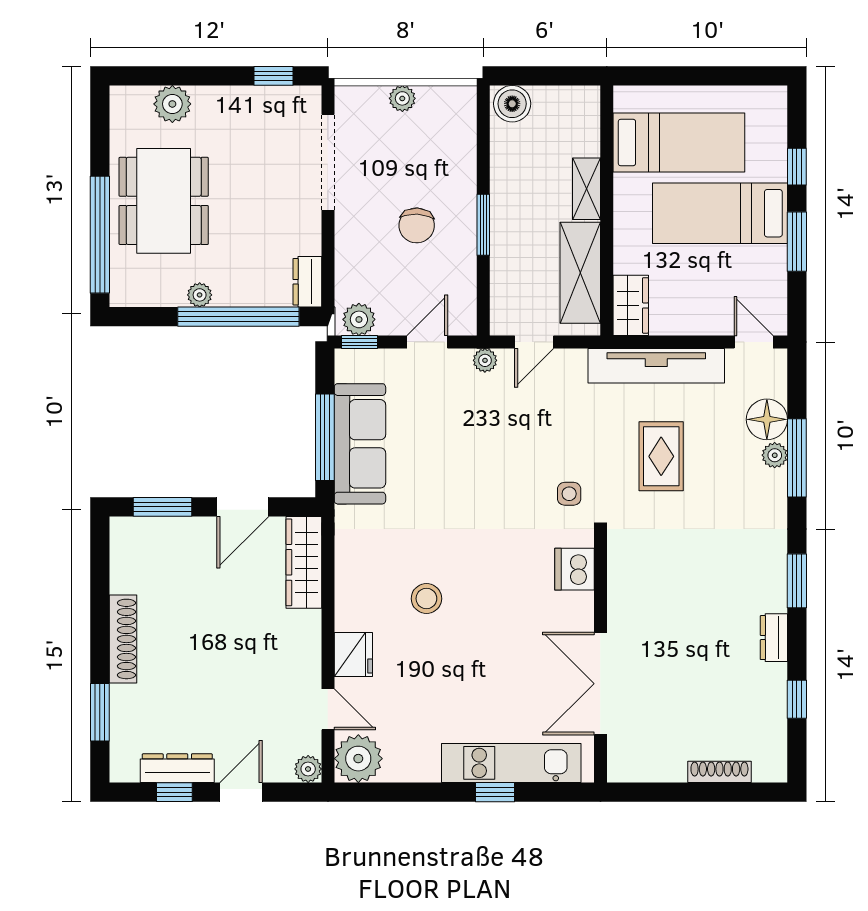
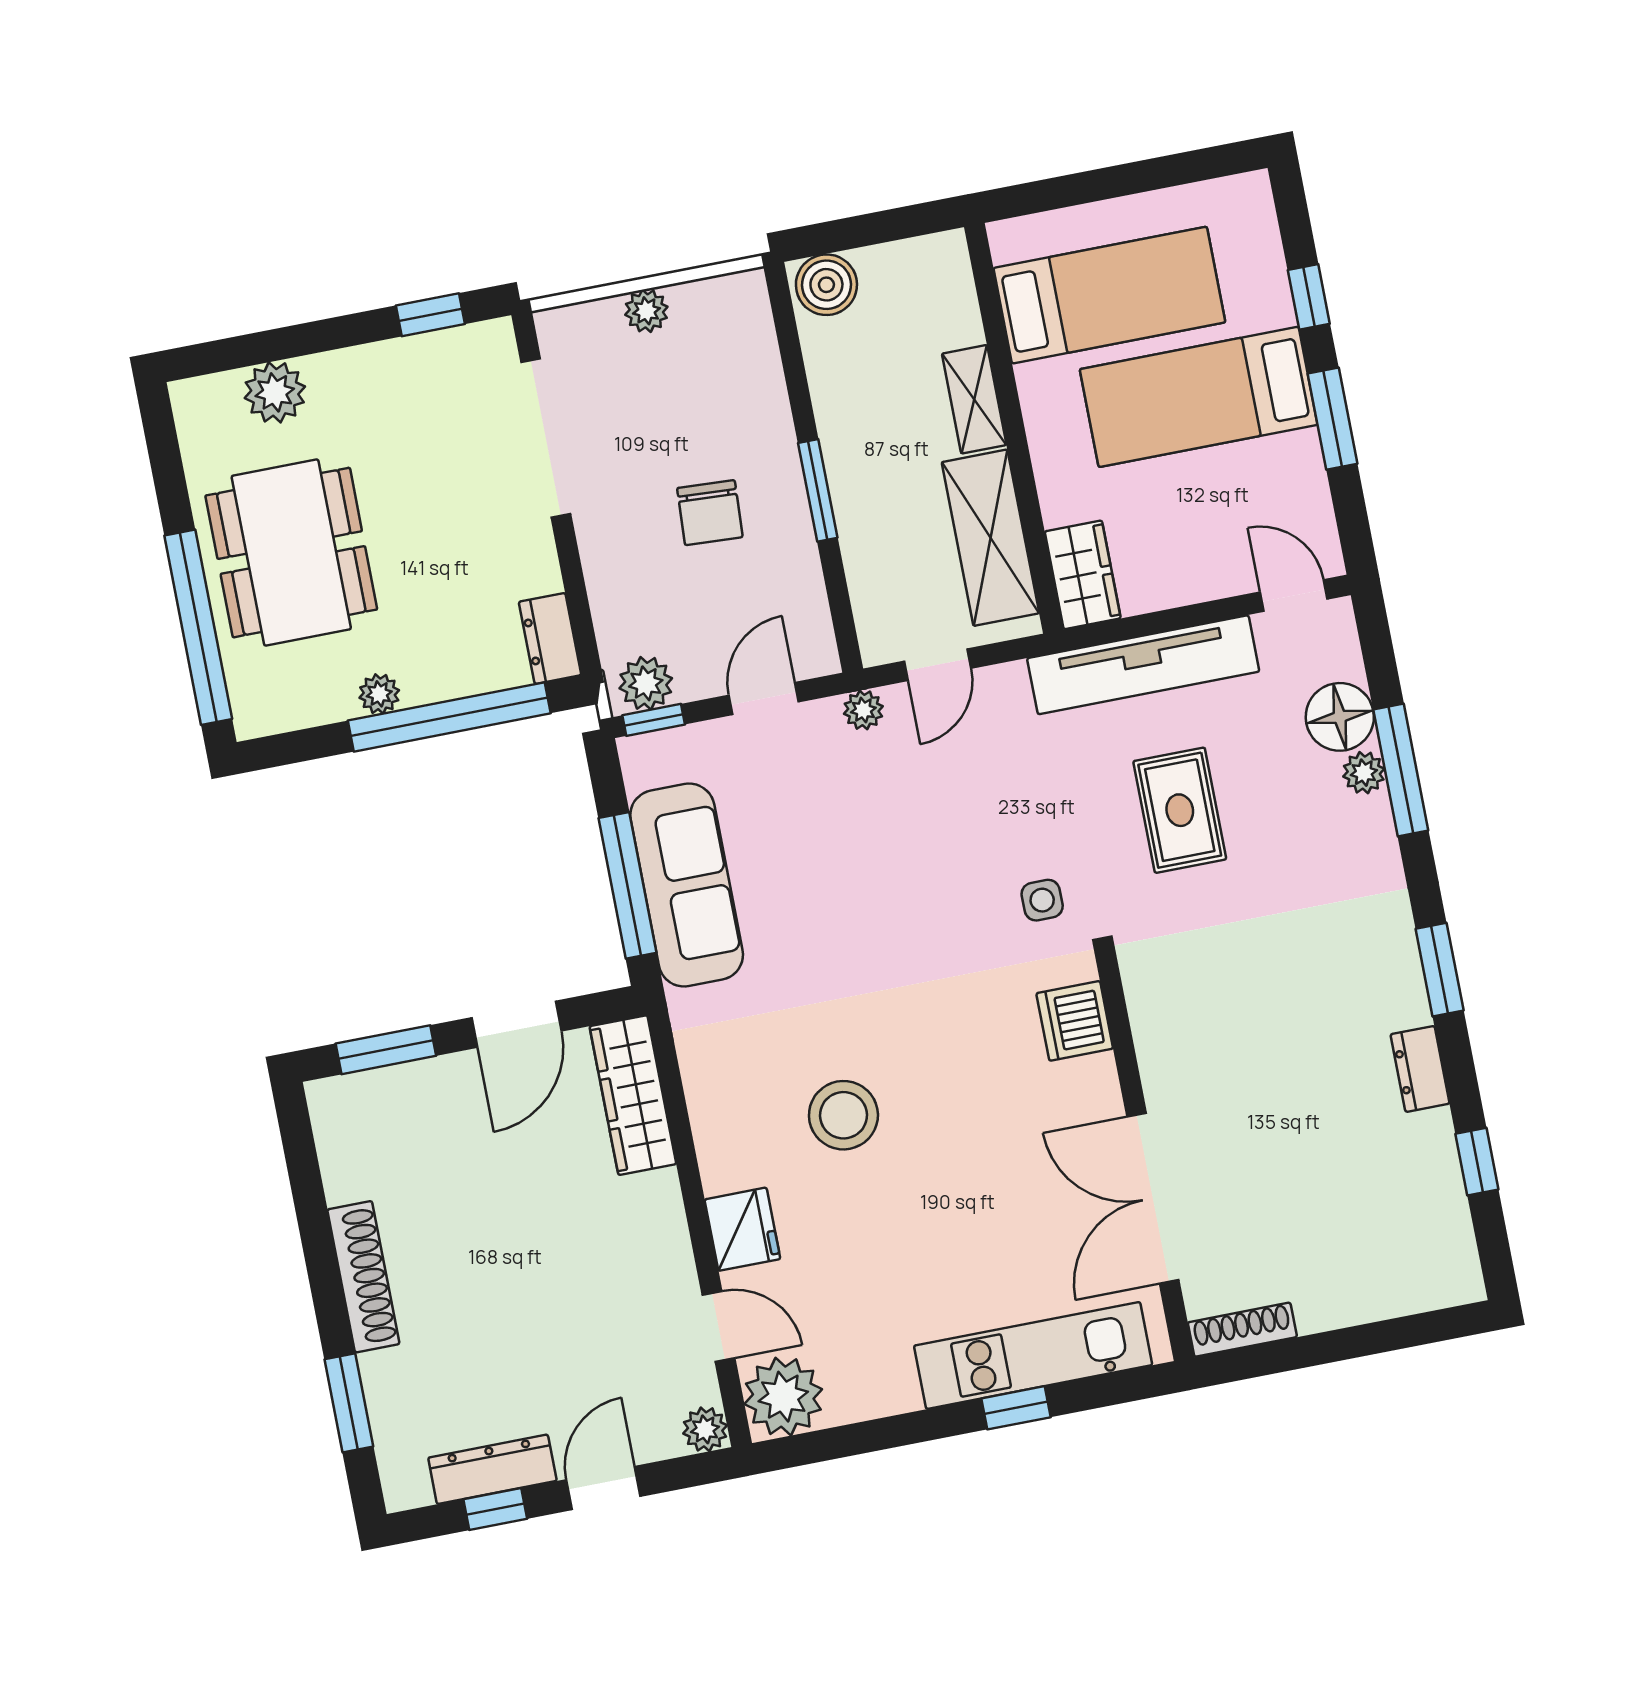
stool: (426, 599) -> (843, 1115), width x1.38, depth x1.38
shoe rack: (719, 772) -> (1242, 1330), moved

